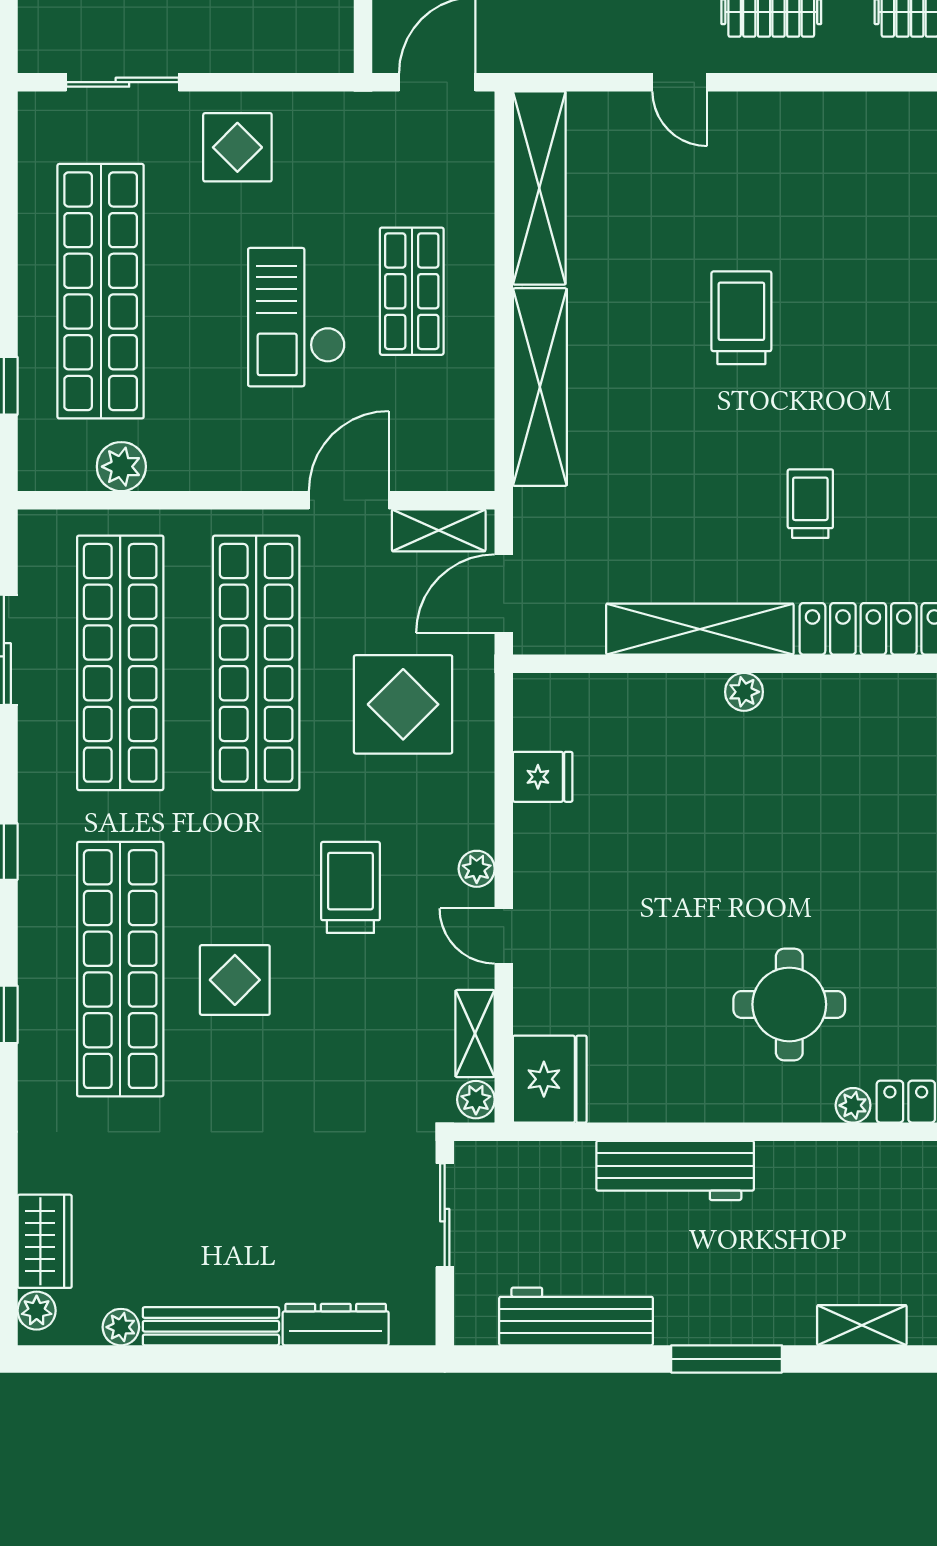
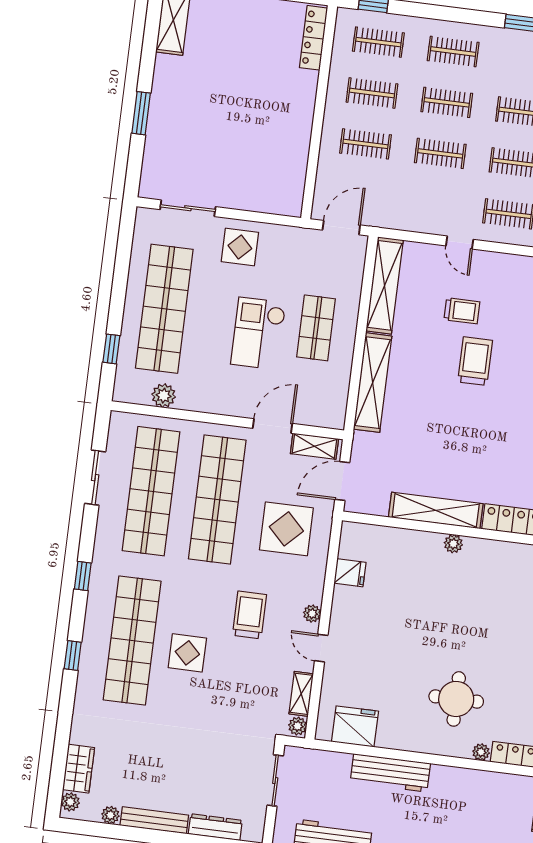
trolley: (810, 504) -> (462, 311), moved, turned 90
fridge: (550, 1079) -> (355, 726), moved, turned -90

